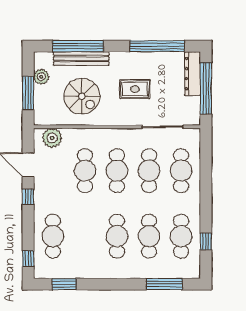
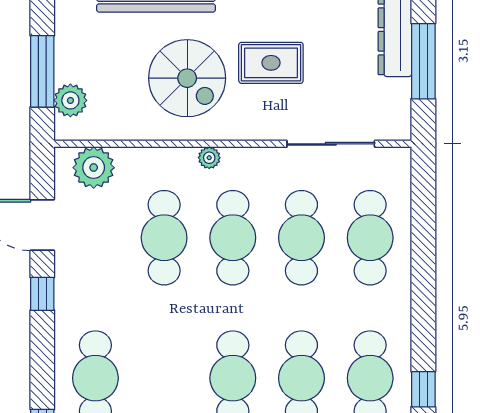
plant: (41, 77) -> (70, 100), moved
window: (206, 88) -> (423, 61), width x0.68
spiral stairs: (82, 96) -> (187, 78), moved
plant: (106, 133) -> (209, 158), added

